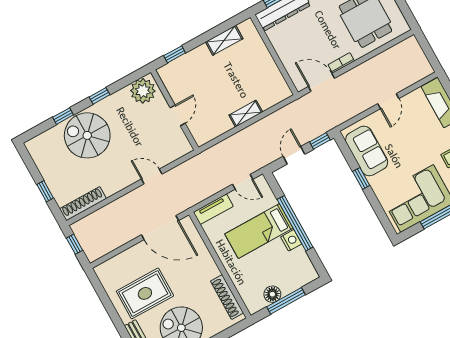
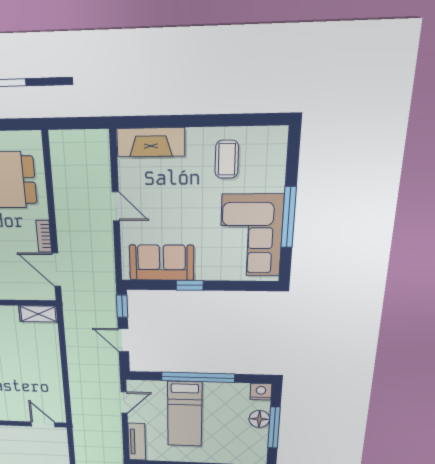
door: (321, 82) -> (56, 270), hinge flipped
shelving: (246, 114) -> (38, 314), moved, turned 90
door: (178, 115) -> (43, 424), moved
nightstand: (291, 240) -> (261, 392), moved
floor lamp: (272, 294) -> (259, 419), moved

